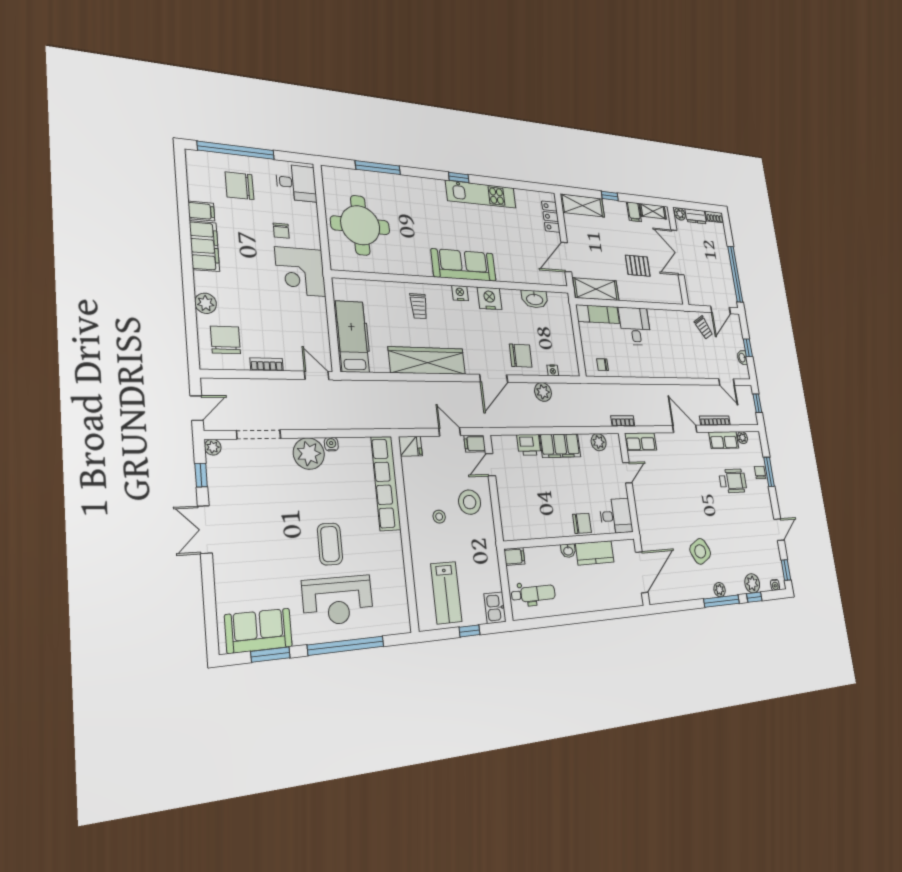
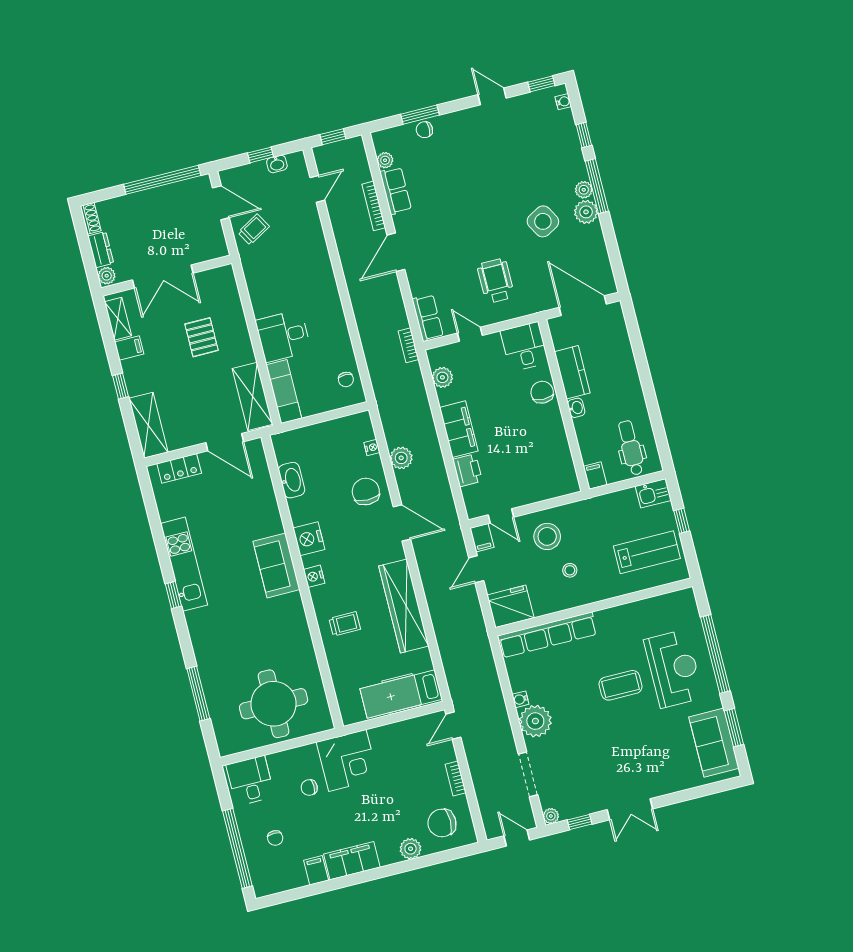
chair: (240, 186) -> (275, 838), width x0.54, depth x0.54
chair: (281, 231) -> (309, 788), turned 180
sofa: (464, 265) -> (276, 565), width x0.73
fridge: (410, 446) -> (510, 606), width x1.88, depth x1.34
wheelchair: (733, 481) -> (496, 281), moved
plant: (752, 583) -> (586, 212), moved

